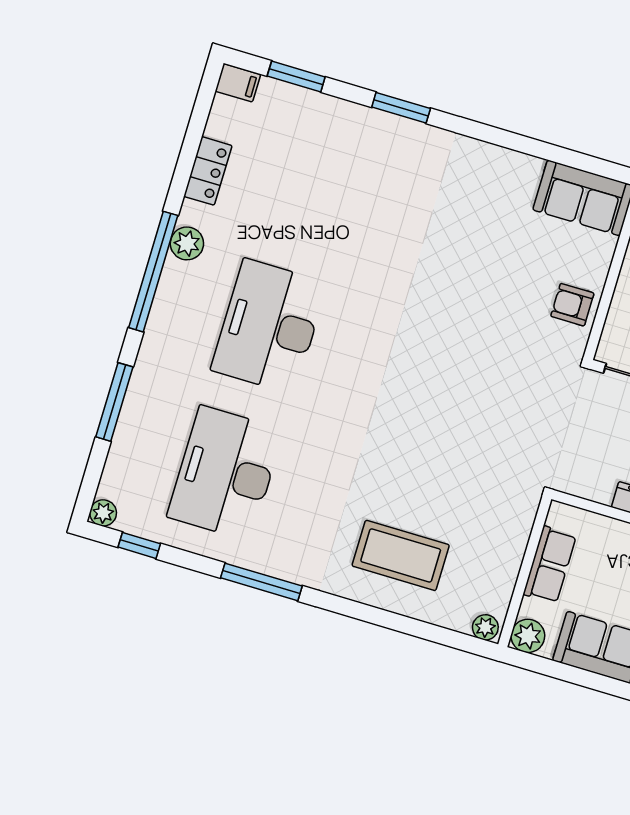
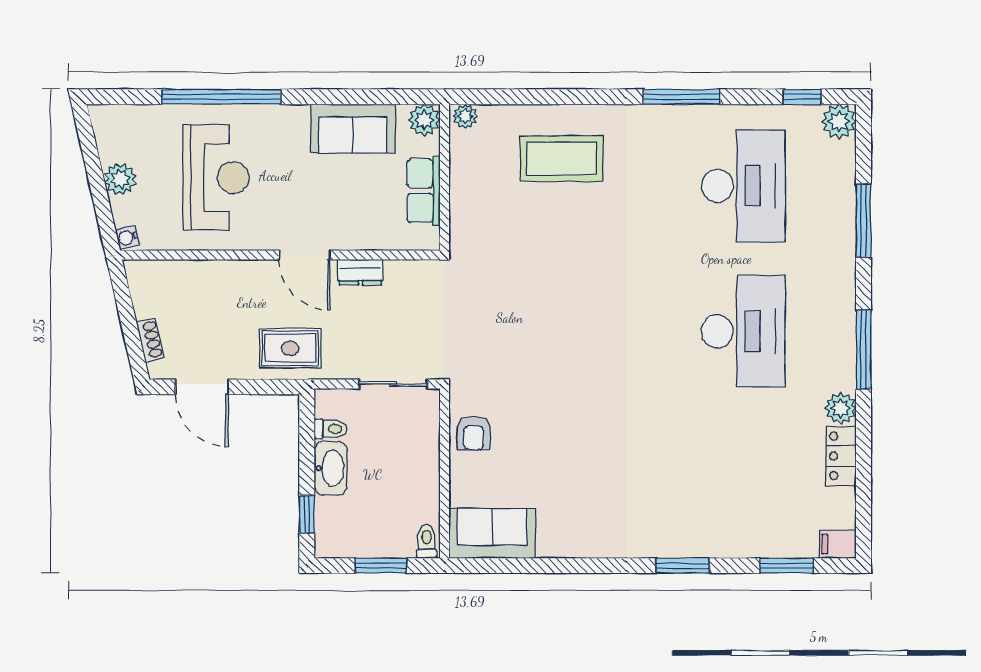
plant: (187, 243) -> (841, 408), moved
window: (153, 272) -> (863, 350), width x0.68
armchair: (572, 305) -> (474, 433), turned 90
plant: (103, 513) -> (839, 121), width x1.38, depth x1.38

